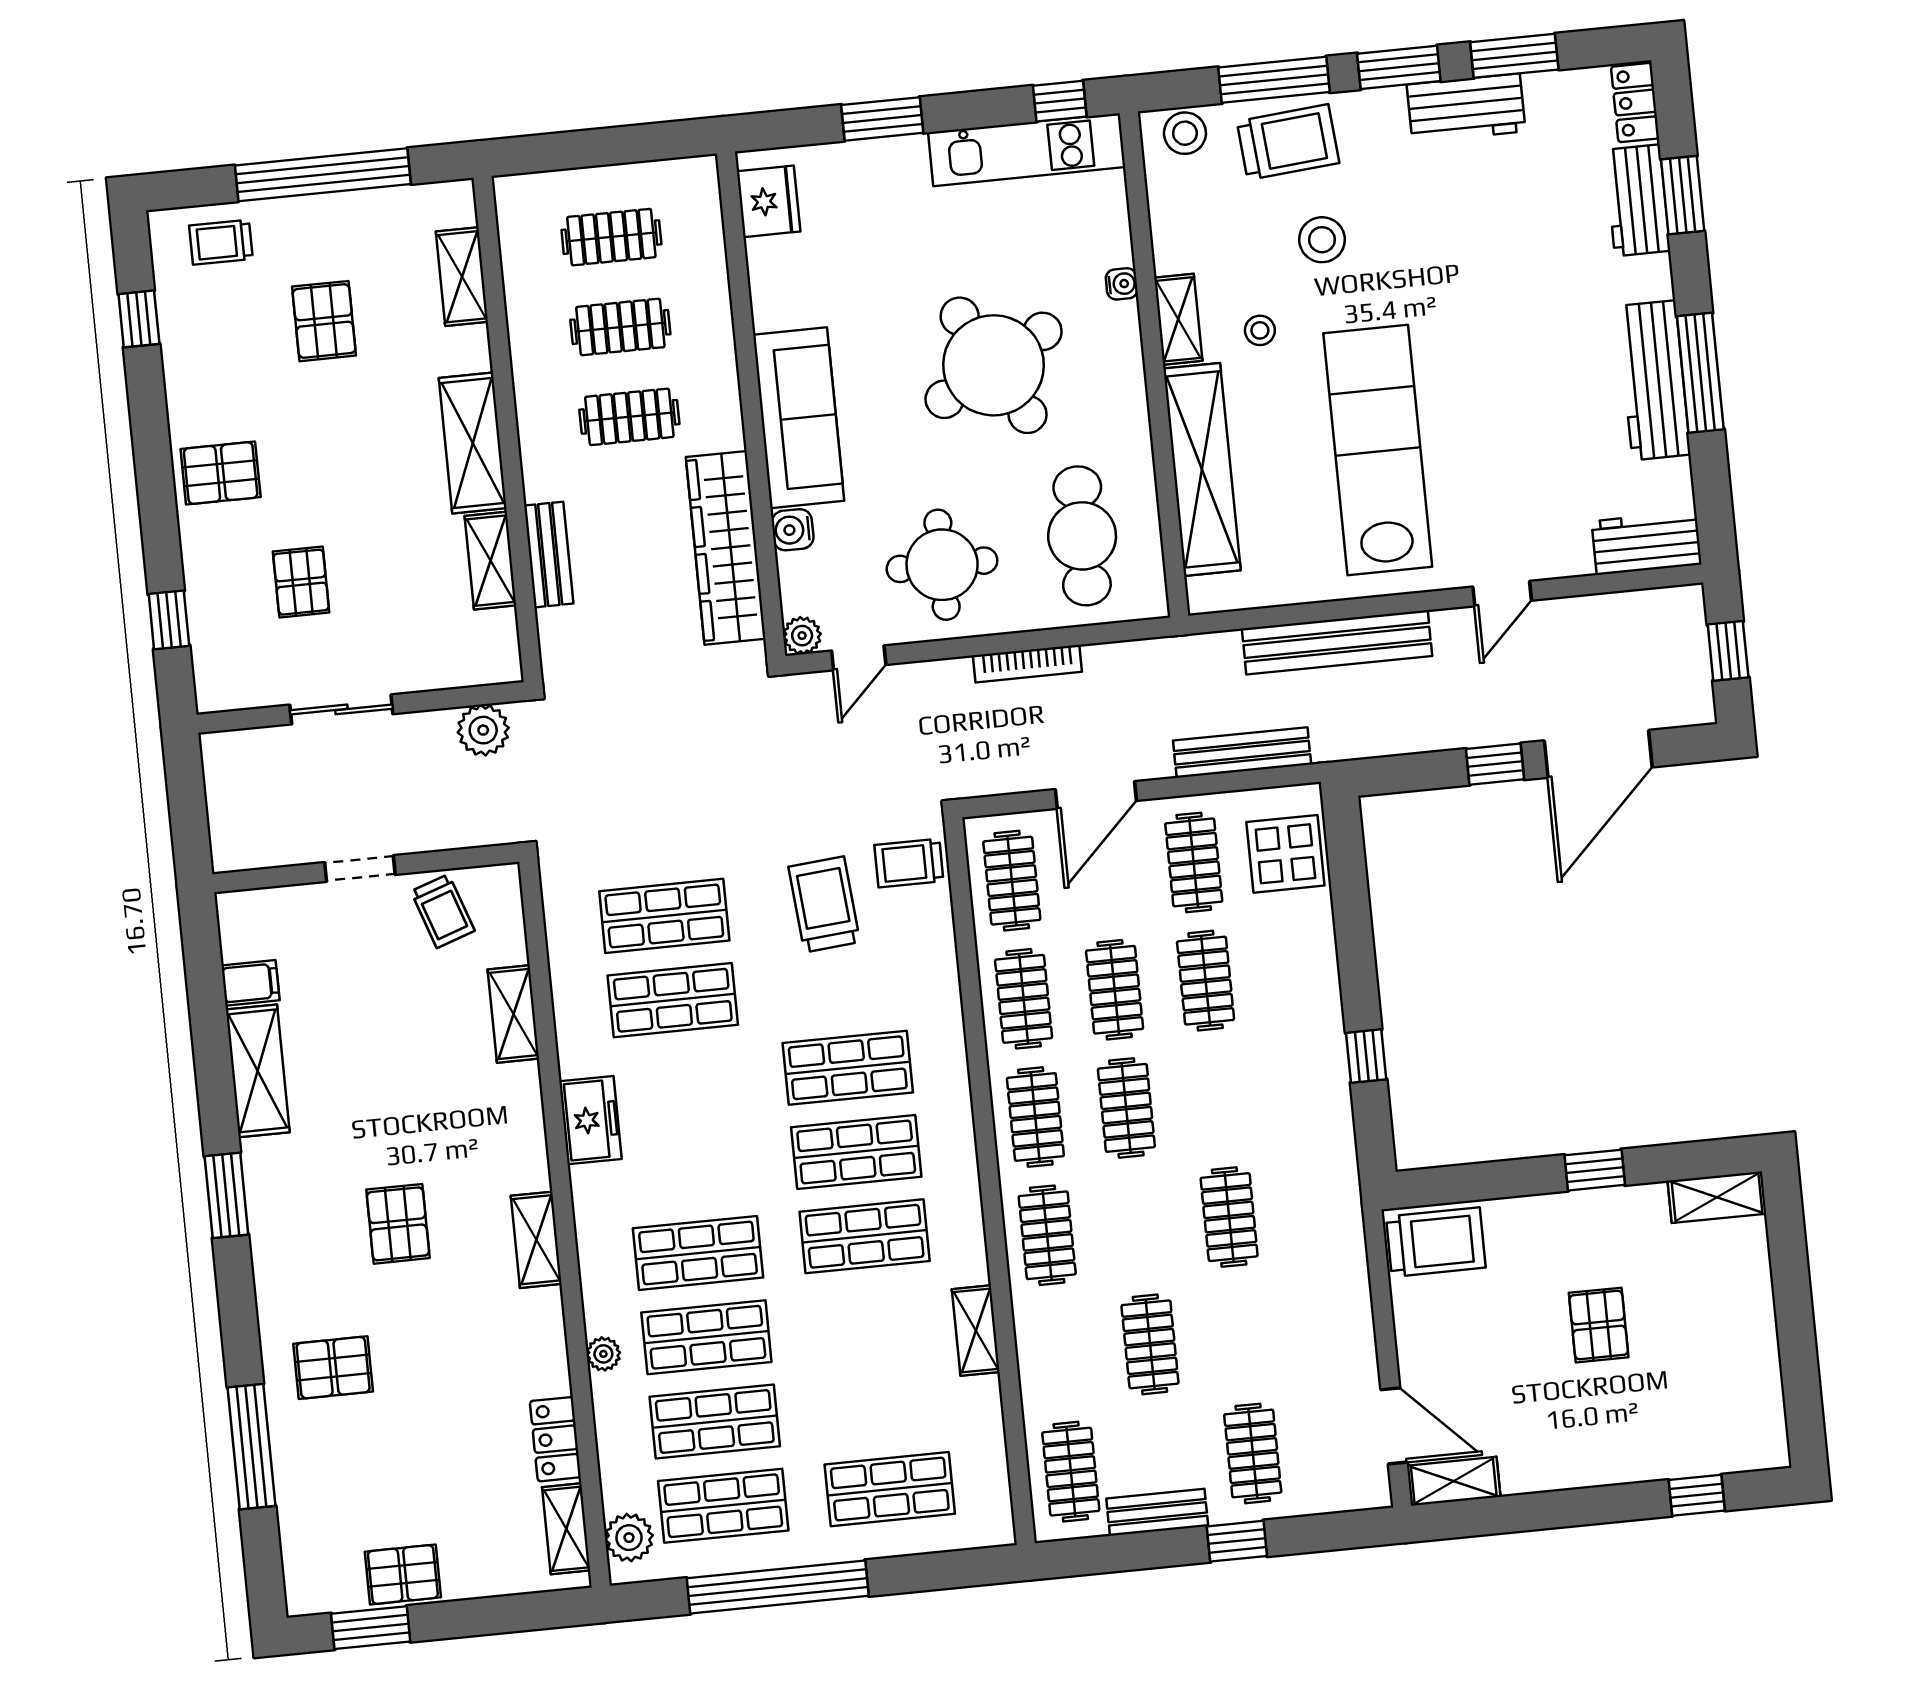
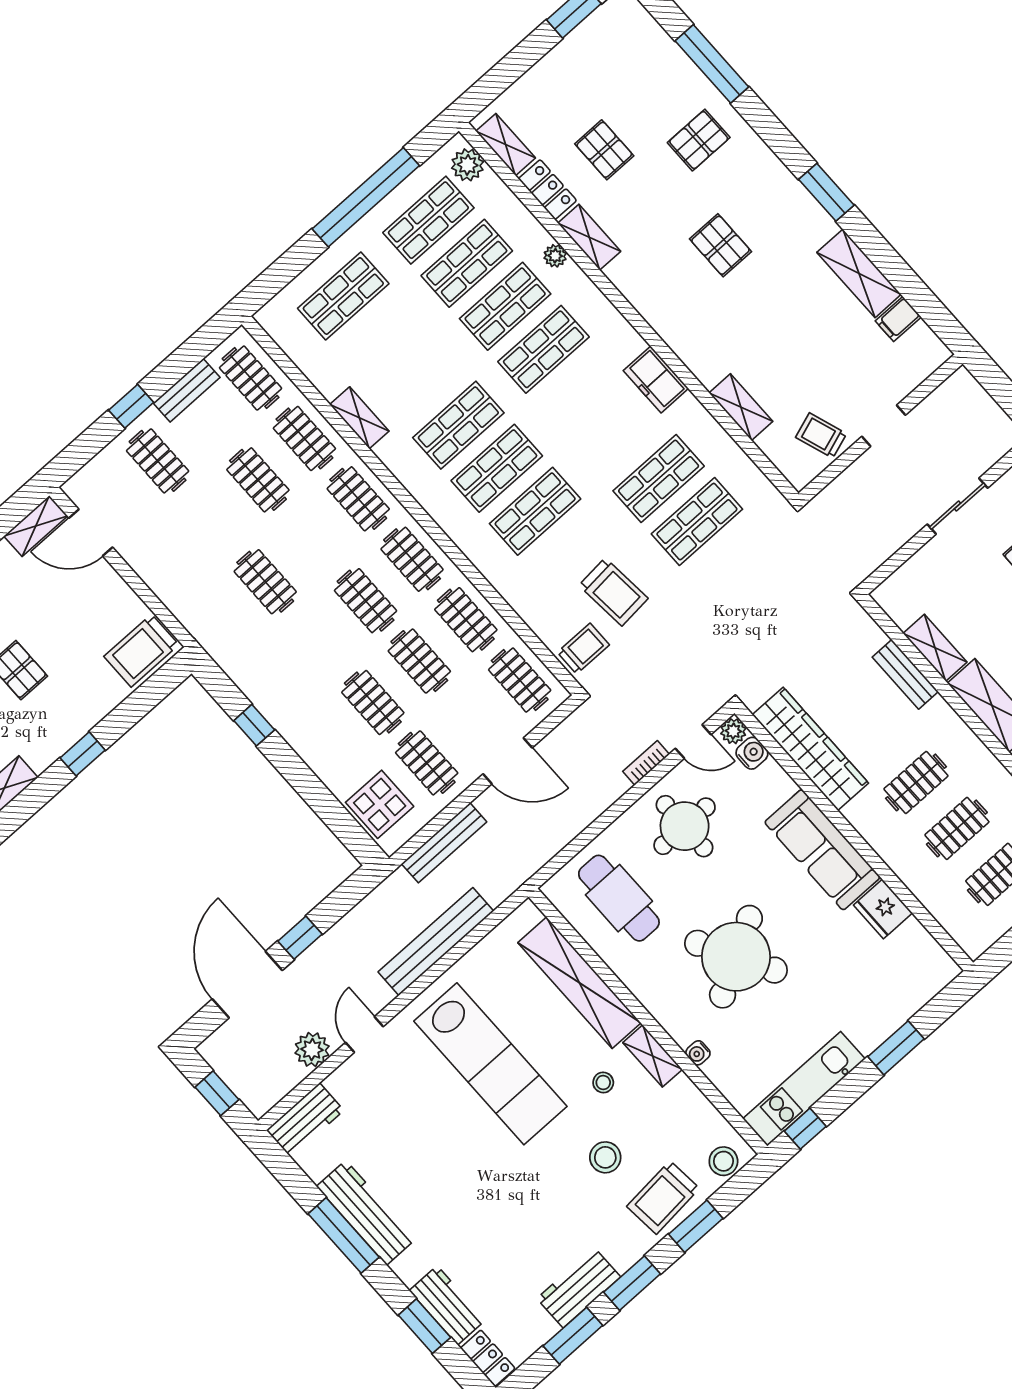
window: (1274, 80) -> (696, 1226), width x0.69
fridge: (769, 201) -> (883, 909), moved
water cooler: (793, 530) -> (752, 753), moved
door: (859, 658) -> (693, 742), swing flipped
bookcase: (1027, 664) -> (646, 763), moved, width x0.64
plant: (483, 730) -> (312, 1050), moved
door: (1096, 795) -> (508, 761), swing flipped
shelving: (536, 1240) -> (589, 237), moved
clothes rail: (1059, 1353) -> (304, 438), added
pallet: (403, 1574) -> (604, 150), moved, turned 90

